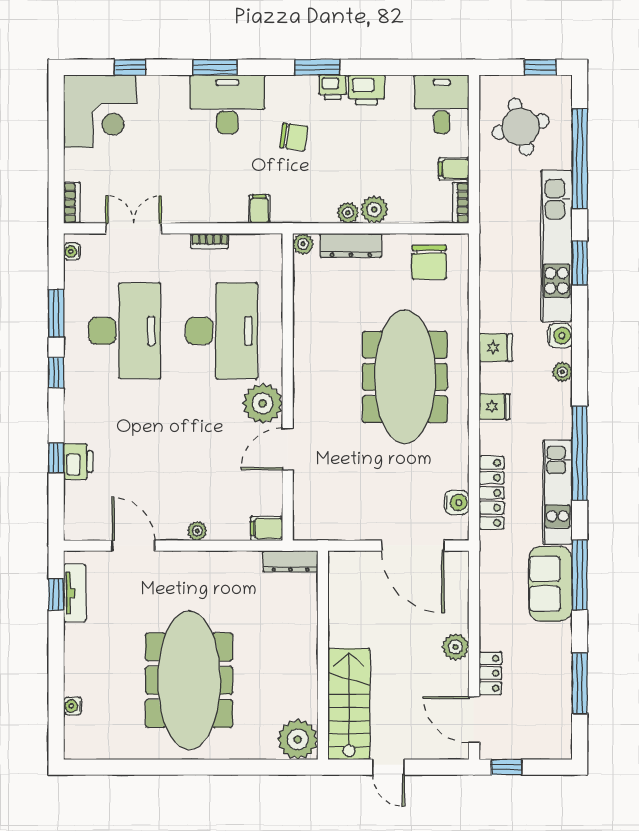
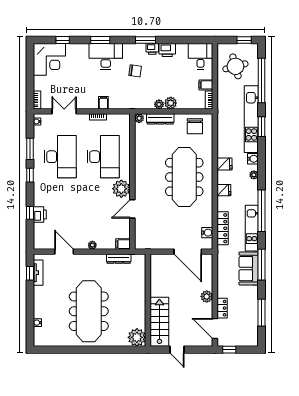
filing cabinet: (259, 209) -> (103, 103), moved
dresser: (290, 561) -> (119, 259), moved

